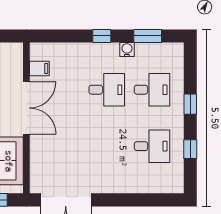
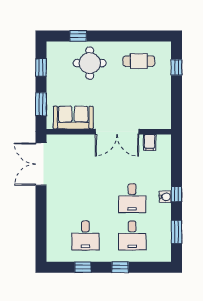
water cooler: (127, 50) -> (165, 197), moved

